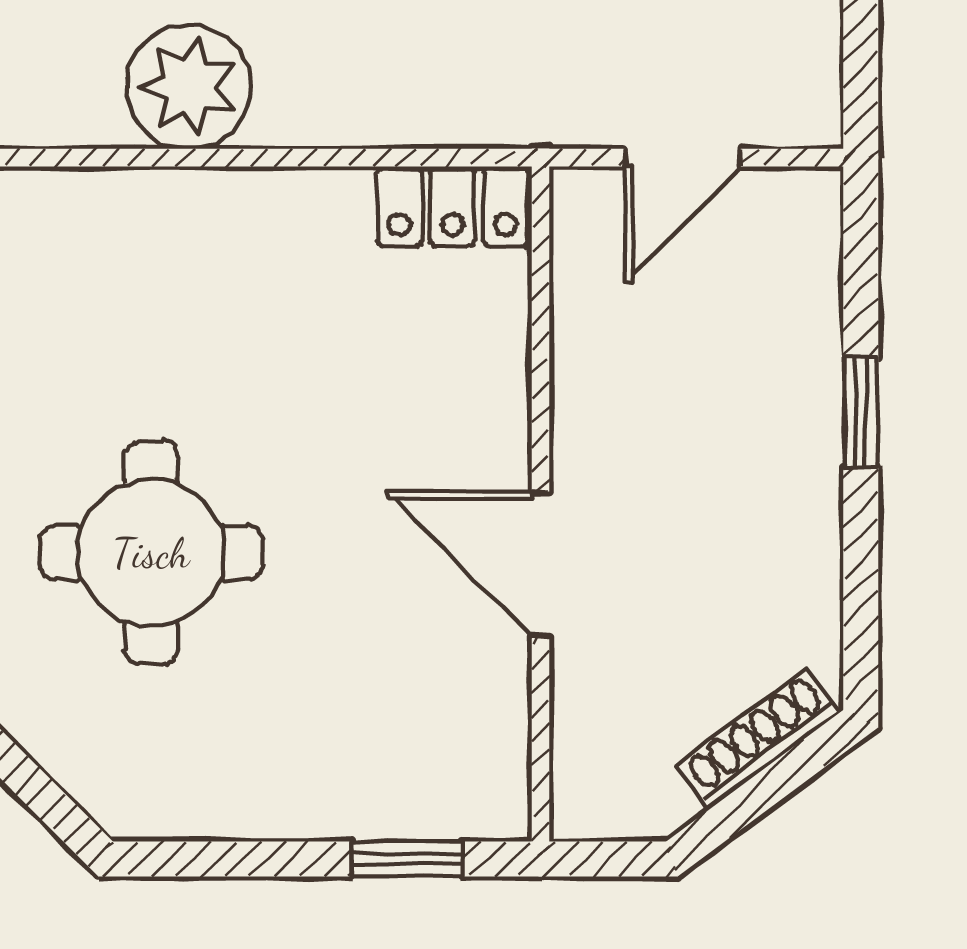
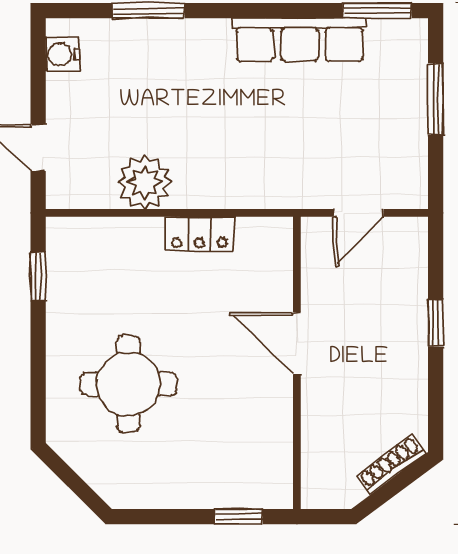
locker: (453, 206) -> (199, 234), moved
door: (540, 564) -> (297, 343), moved

